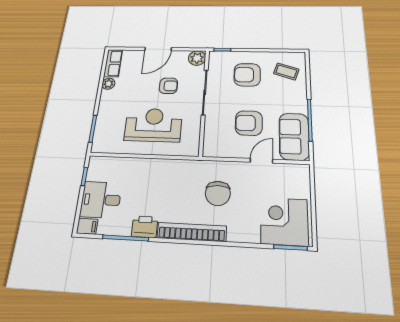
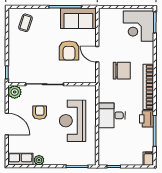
armchair: (247, 75) -> (29, 52), removed
door: (262, 161) -> (97, 54), moved
desk: (101, 200) -> (112, 115), moved, turned 90

